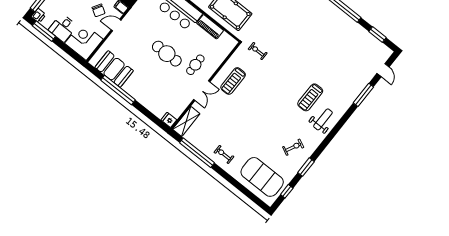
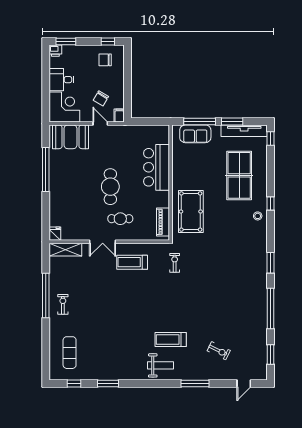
piano: (210, 27) -> (163, 222), moved
window: (44, 31) -> (46, 66), removed
booth: (114, 69) -> (70, 137), moved, turned 90
window: (363, 95) -> (195, 383), moved
exercise bike: (293, 147) -> (219, 351), moved
window: (197, 153) -> (46, 295), moved
exercise mat: (262, 177) -> (70, 353), width x0.50, depth x0.69

